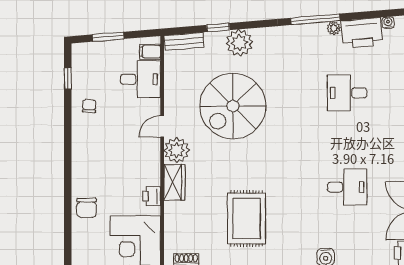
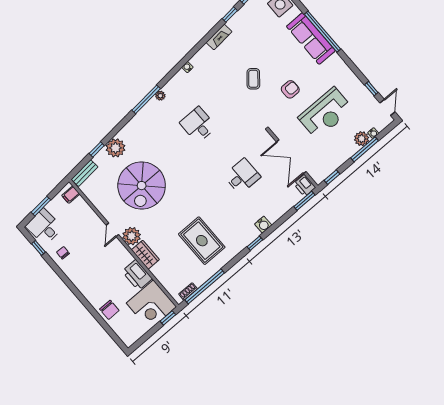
printer: (362, 33) -> (178, 85), removed
desk: (140, 79) -> (44, 227), moved, turned -95
desk: (347, 93) -> (198, 125), turned 90
printer: (152, 196) -> (137, 275), width x1.87, depth x1.48

